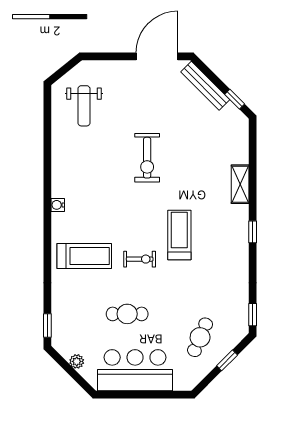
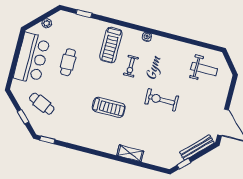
weight bench: (84, 106) -> (204, 69), turned 180
window: (253, 232) -> (99, 153), removed
exercise bike: (140, 259) -> (131, 66), moved
window: (47, 325) -> (84, 14), moved

